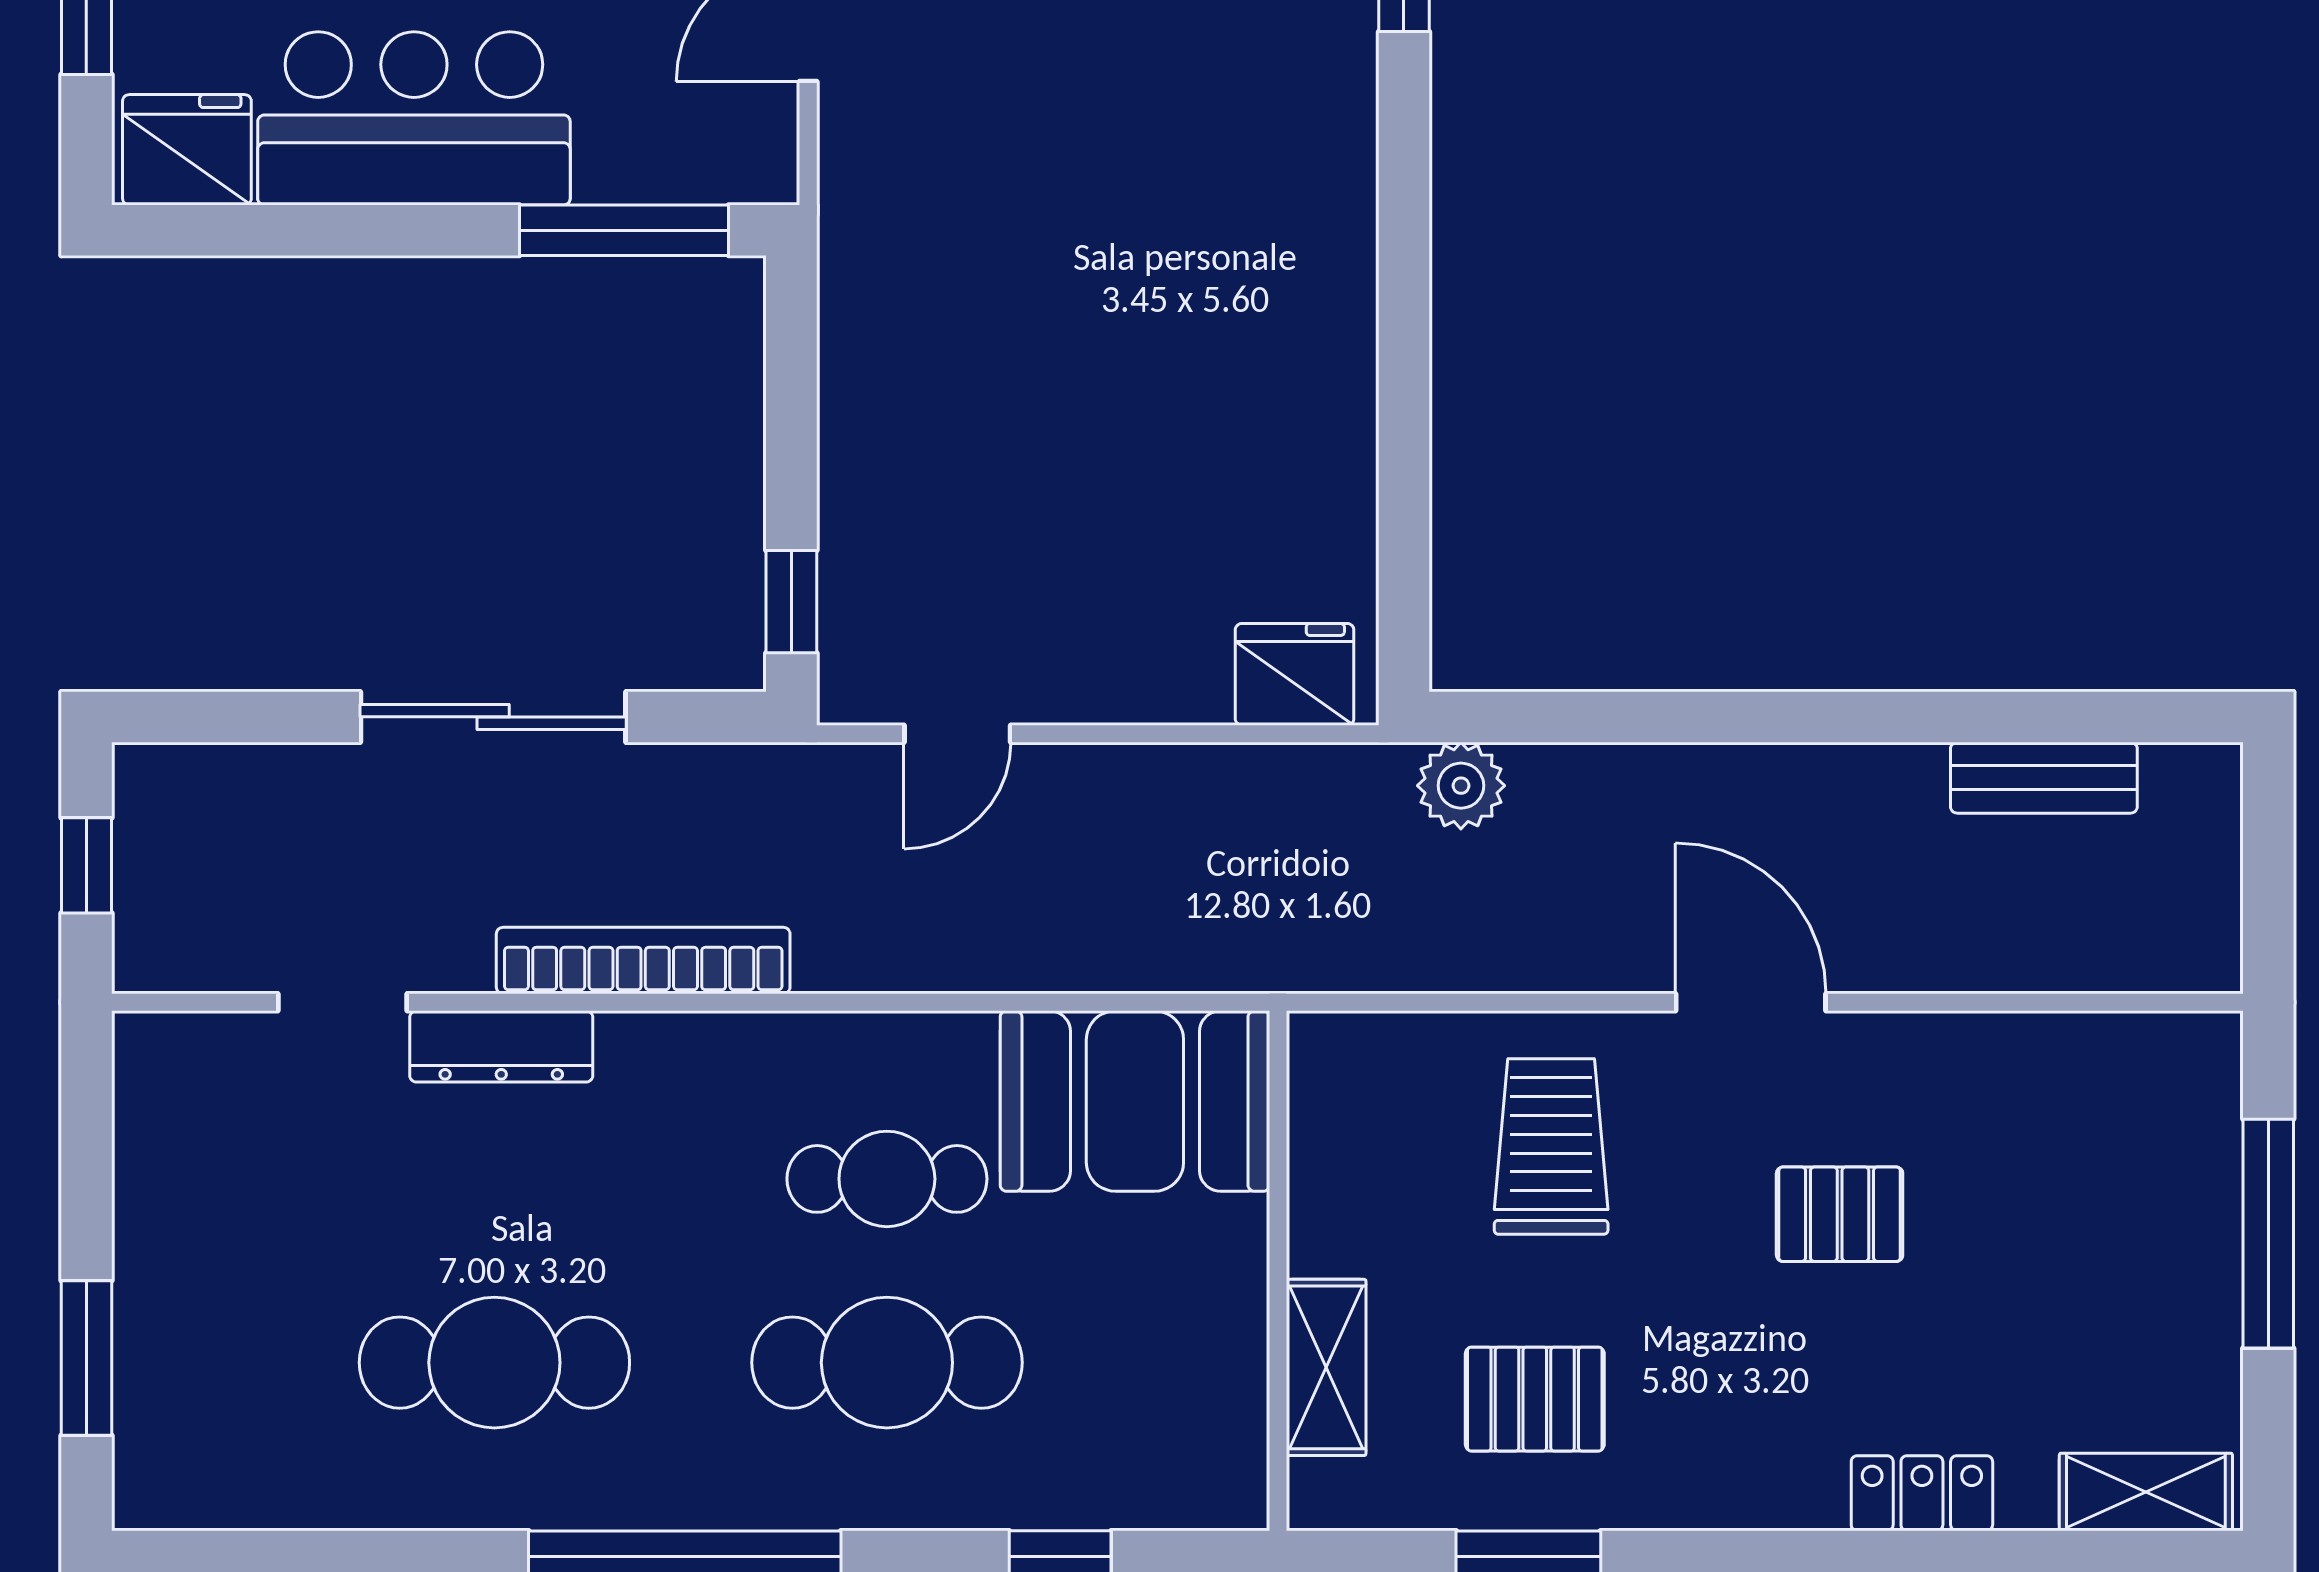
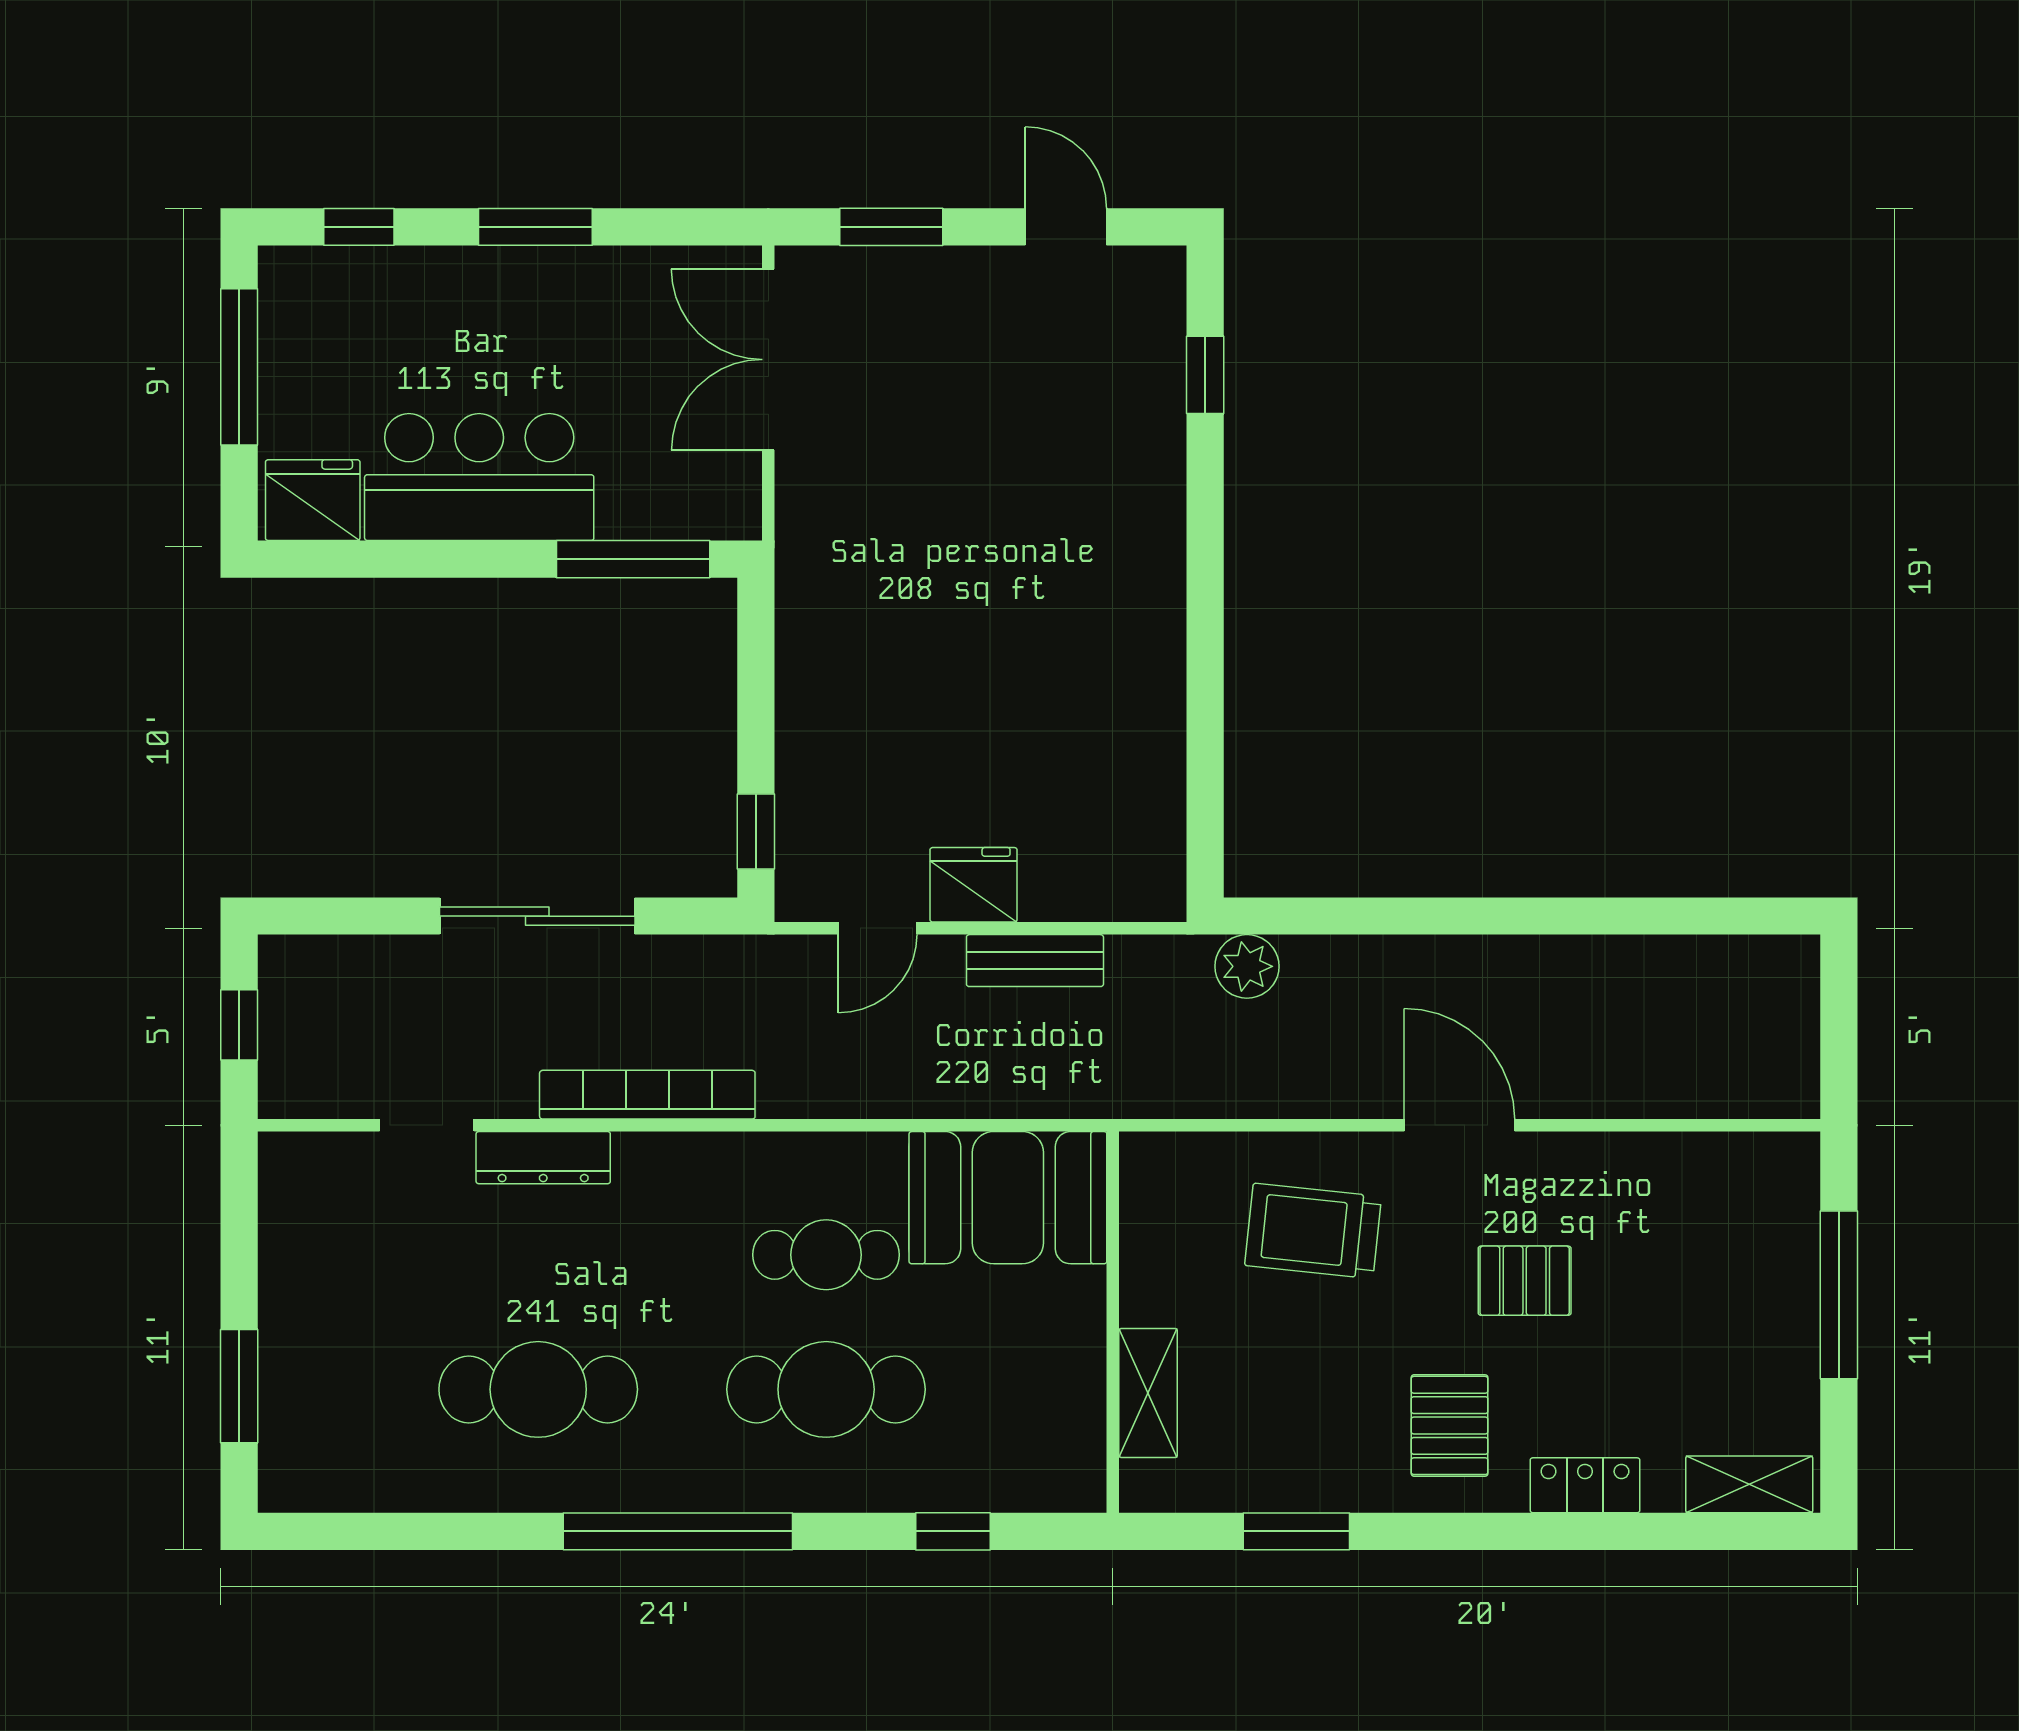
fridge: (1295, 674) -> (974, 885), moved
bench: (2044, 778) -> (1035, 961), moved
trolley: (1551, 1146) -> (1313, 1231), turned -84
pallet: (1535, 1399) -> (1450, 1425), moved, turned 90

